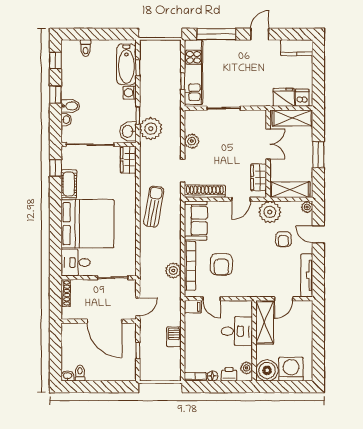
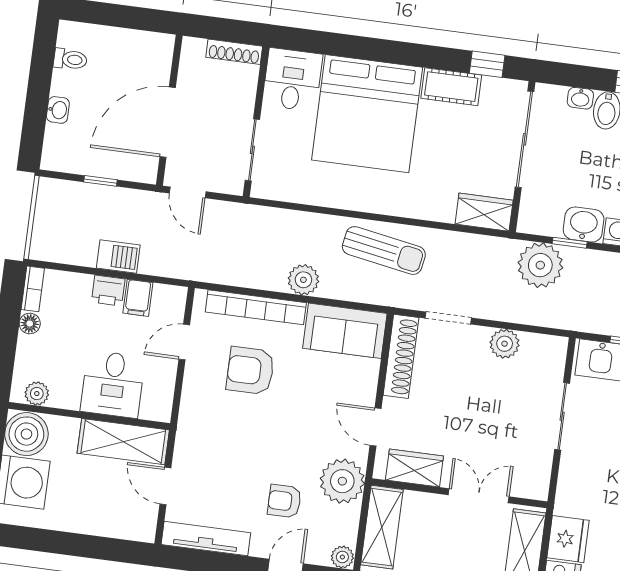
washbasin: (128, 131) -> (584, 225), moved
double door: (268, 144) -> (479, 496), swing flipped
plant: (173, 271) -> (303, 280), moved
filing cabinet: (193, 307) -> (138, 298), moved
printer: (229, 374) -> (108, 291), moved, turned 90
washbasin: (67, 376) -> (58, 110), moved

